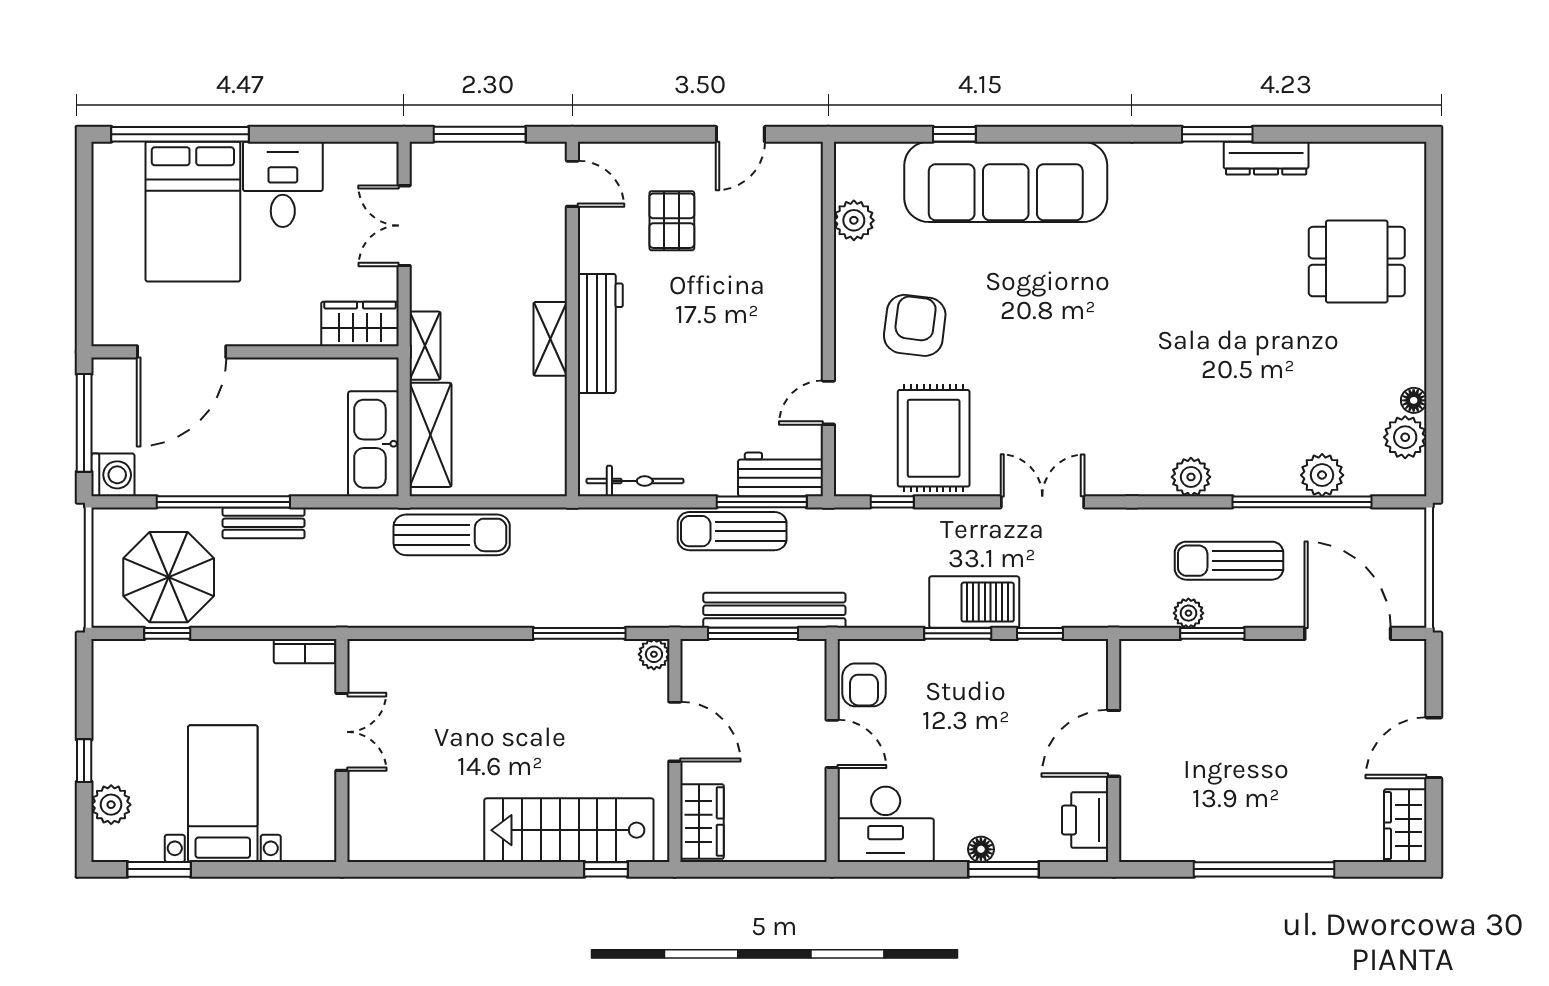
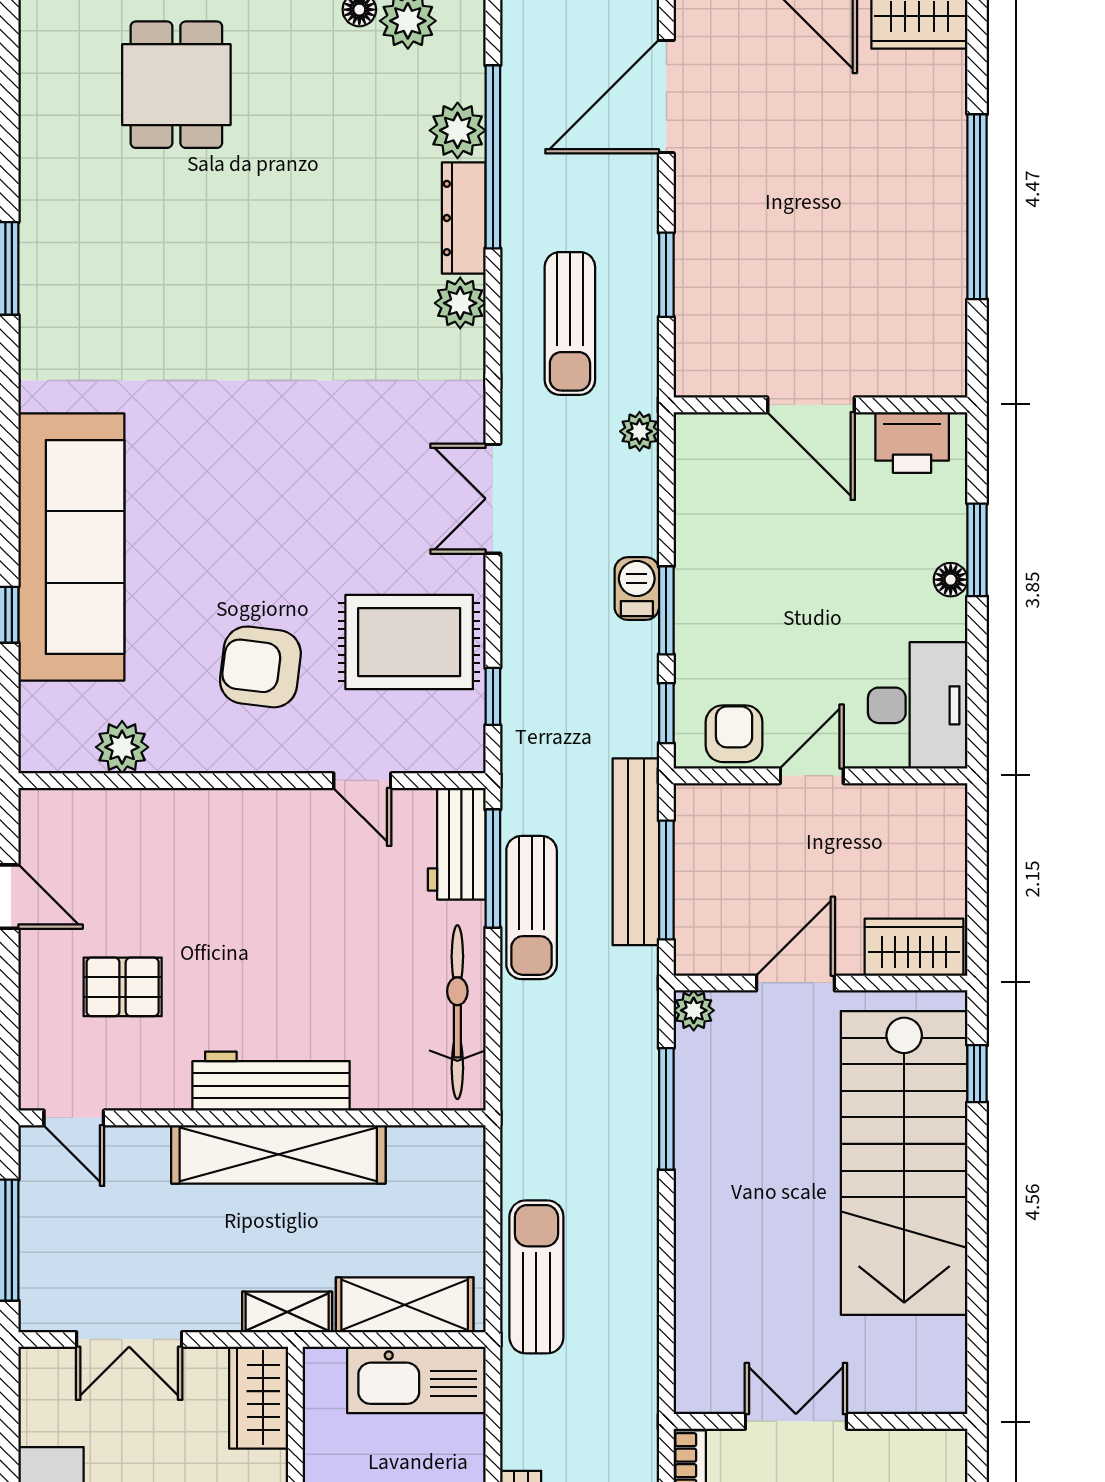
dresser: (1266, 158) -> (464, 218), moved, turned 180
door: (572, 184) -> (74, 1118), swing flipped
shelving: (550, 339) -> (278, 1154), width x2.20, depth x1.33
bicycle: (635, 481) -> (457, 1012), width x1.37, depth x1.40
sun lounger: (1229, 561) -> (570, 323), moved
barbecue: (974, 602) -> (637, 589), width x0.53, depth x0.65
plant: (1188, 613) -> (640, 431), moved
window: (1040, 633) -> (666, 713), moved
armchair: (864, 685) -> (734, 734), turned -90
stairs: (569, 830) -> (904, 1163), width x1.36, depth x1.51

